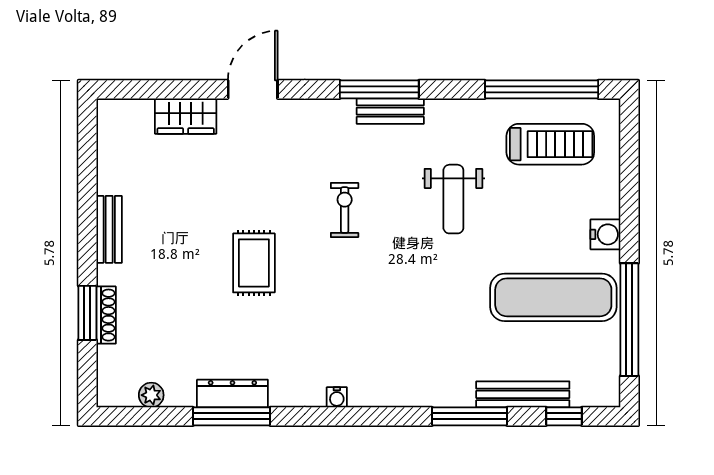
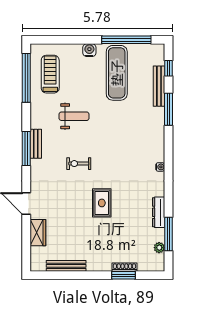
bench: (109, 229) -> (66, 266), moved, width x1.36
rug: (254, 263) -> (102, 203), turned 90
window: (232, 416) -> (169, 234), moved

